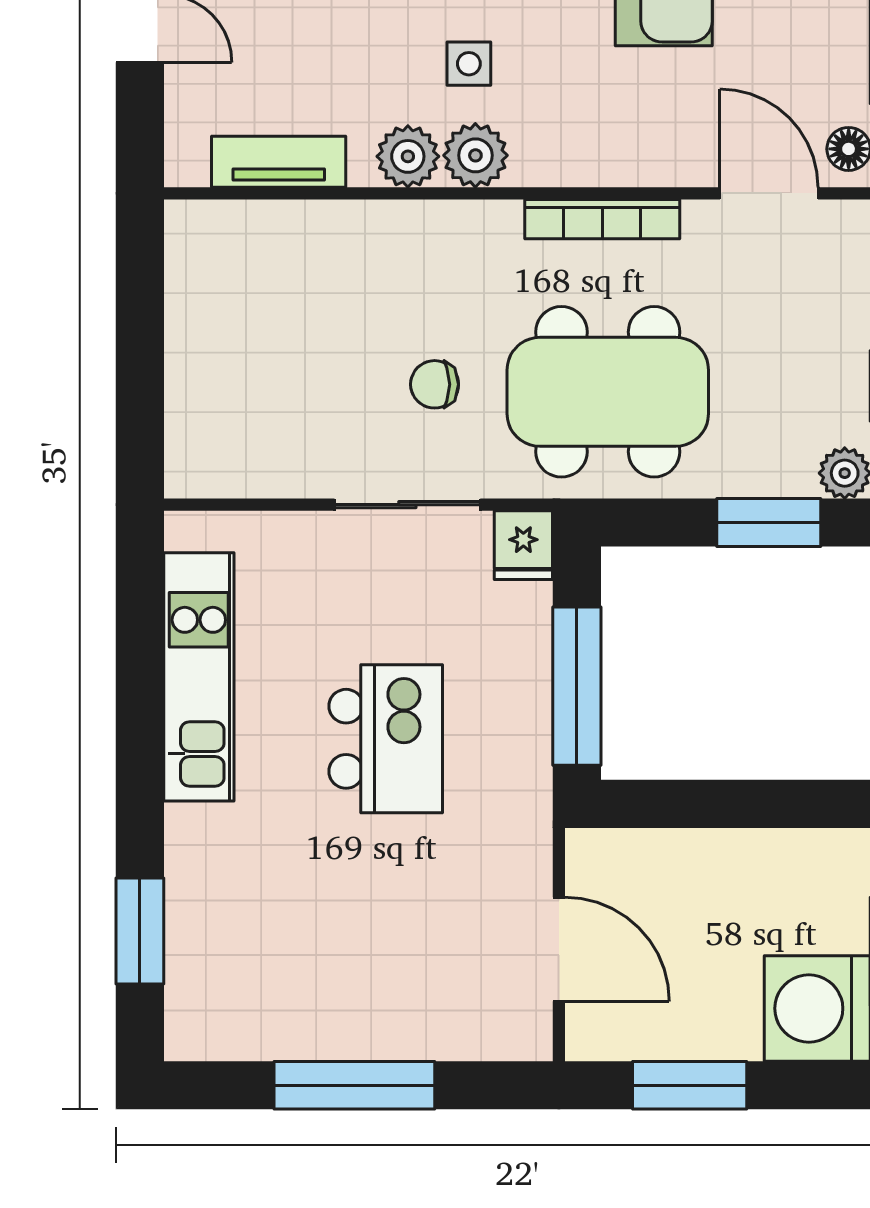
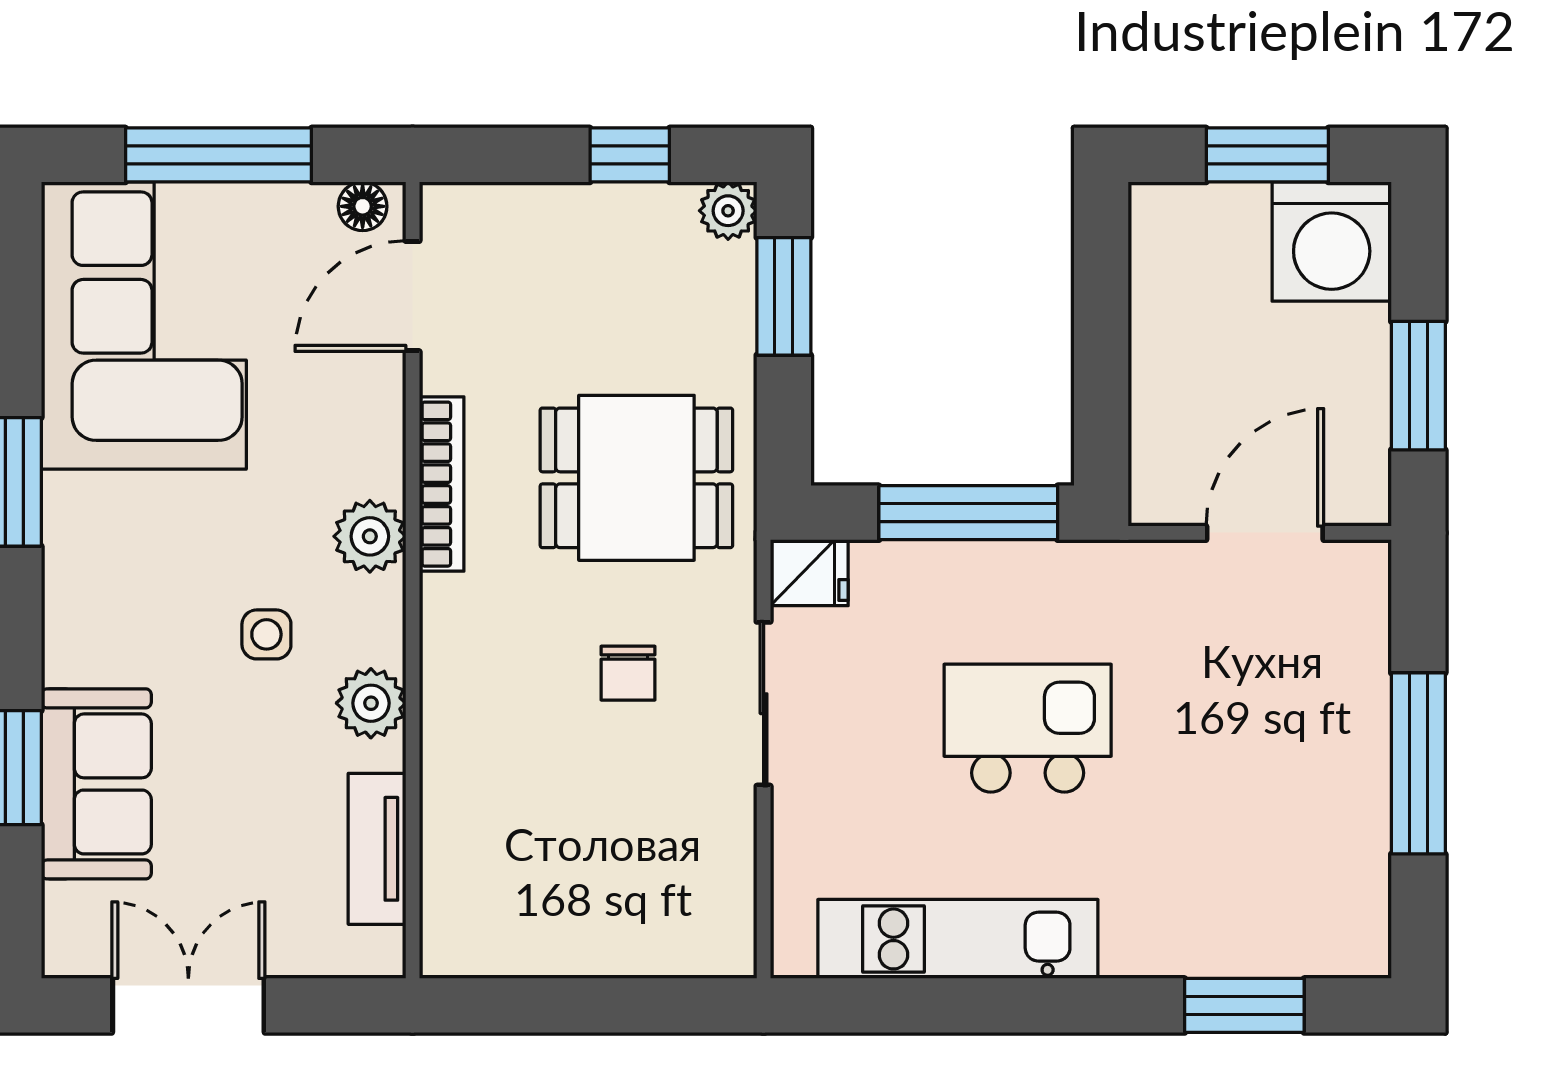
plant: (475, 155) -> (370, 536), moved
dining table: (608, 392) -> (636, 478), width x0.73

